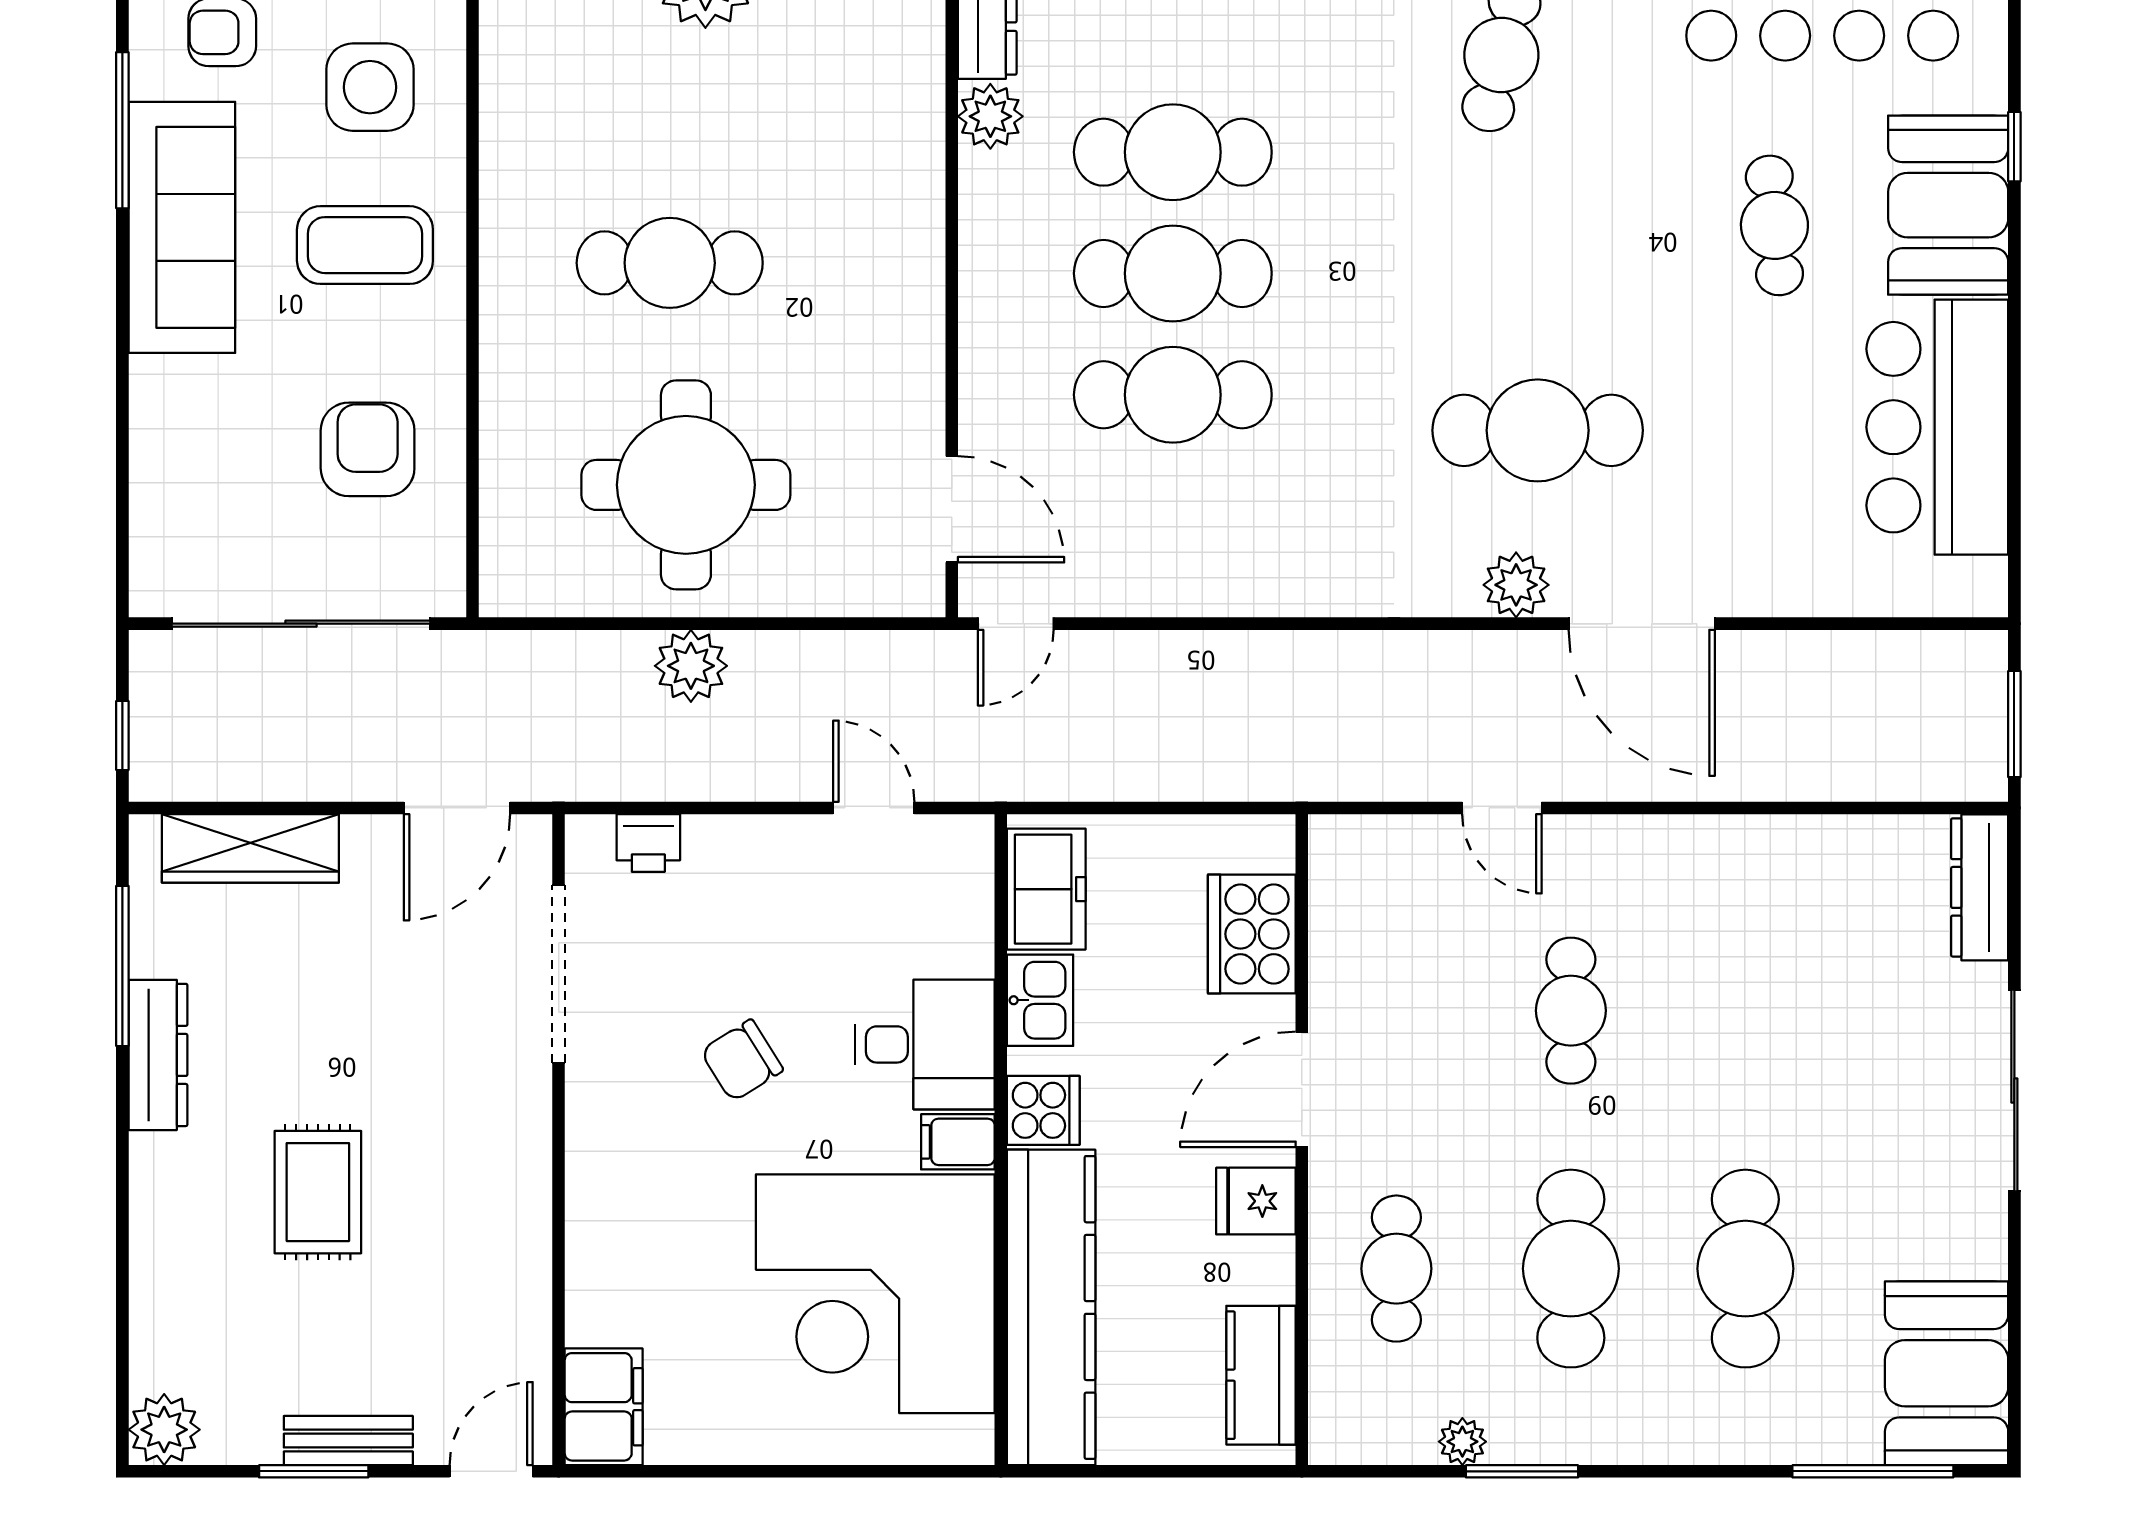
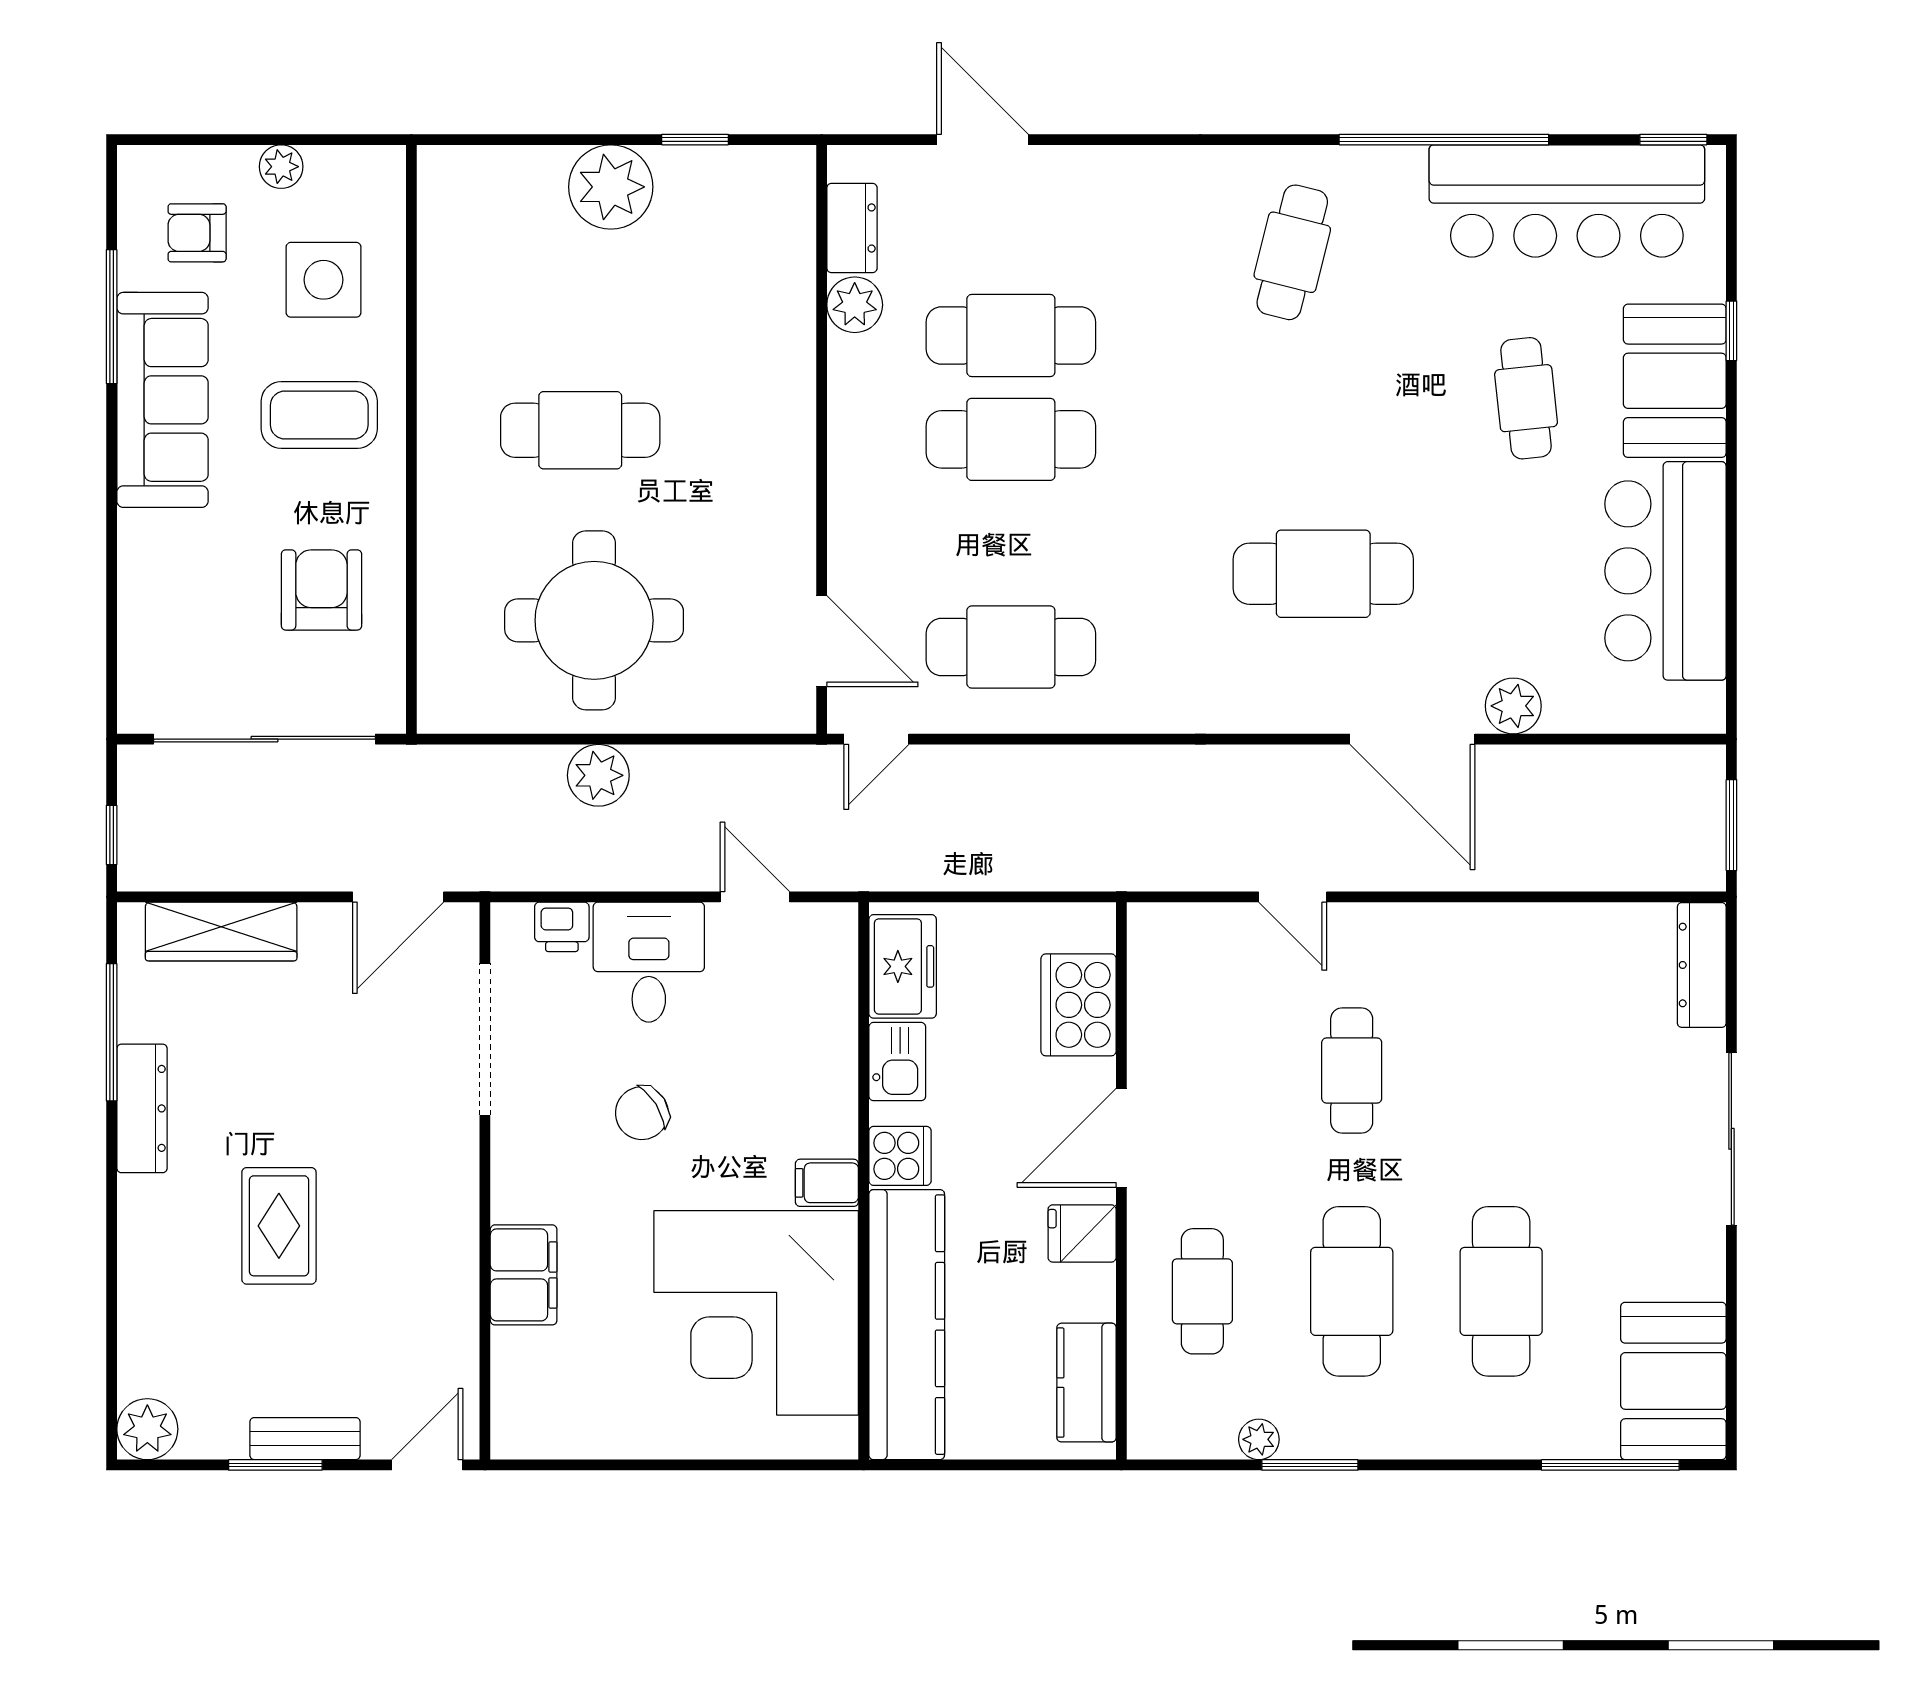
cafe table: (1173, 395) -> (1011, 647), moved
plant: (1516, 585) -> (1513, 706), moved
desk: (925, 1044) -> (649, 962), moved, turned -90
filing cabinet: (604, 1407) -> (524, 1275), moved

